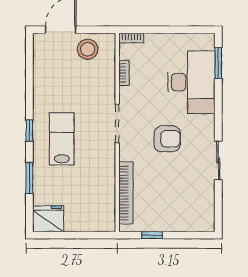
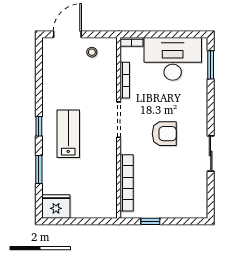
stool: (88, 49) -> (92, 52), width x0.53, depth x0.53
bookcase: (124, 73) -> (125, 80), width x1.56
desk: (191, 82) -> (173, 59), moved, turned -90

